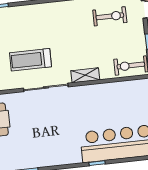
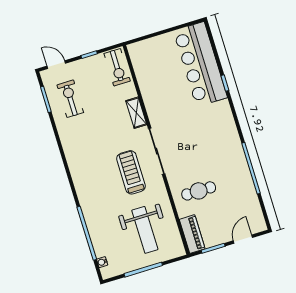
treadmill: (31, 60) -> (131, 172), turned 180

